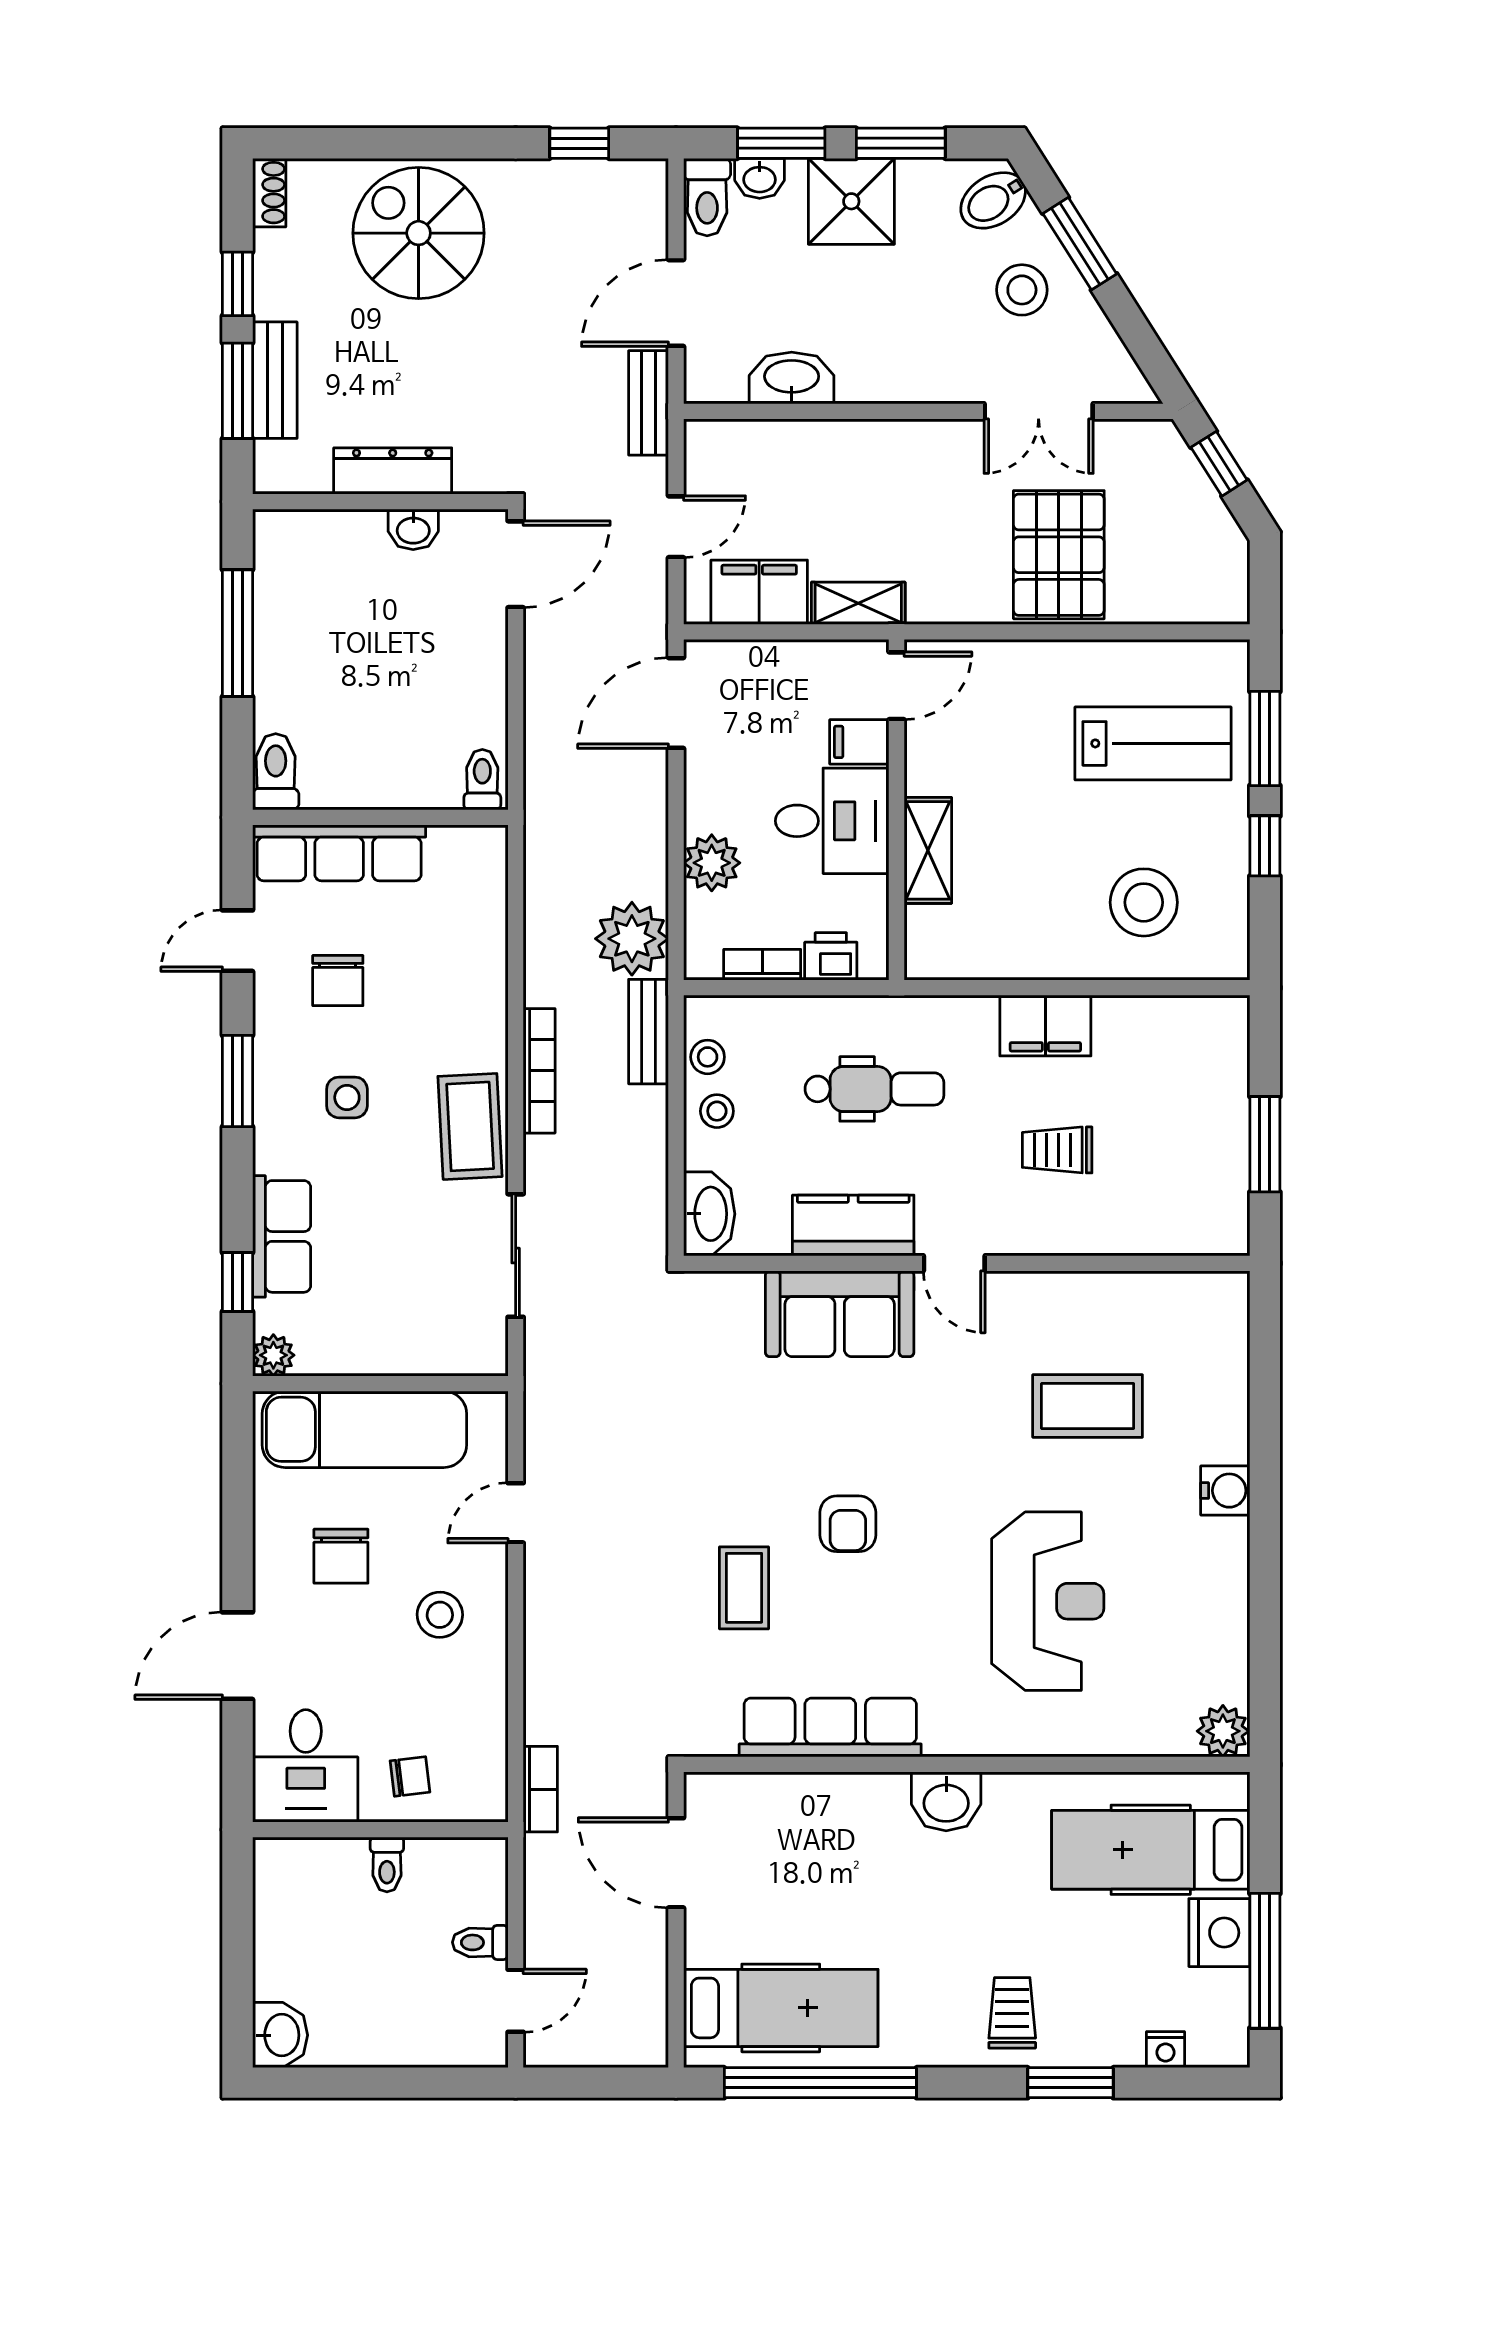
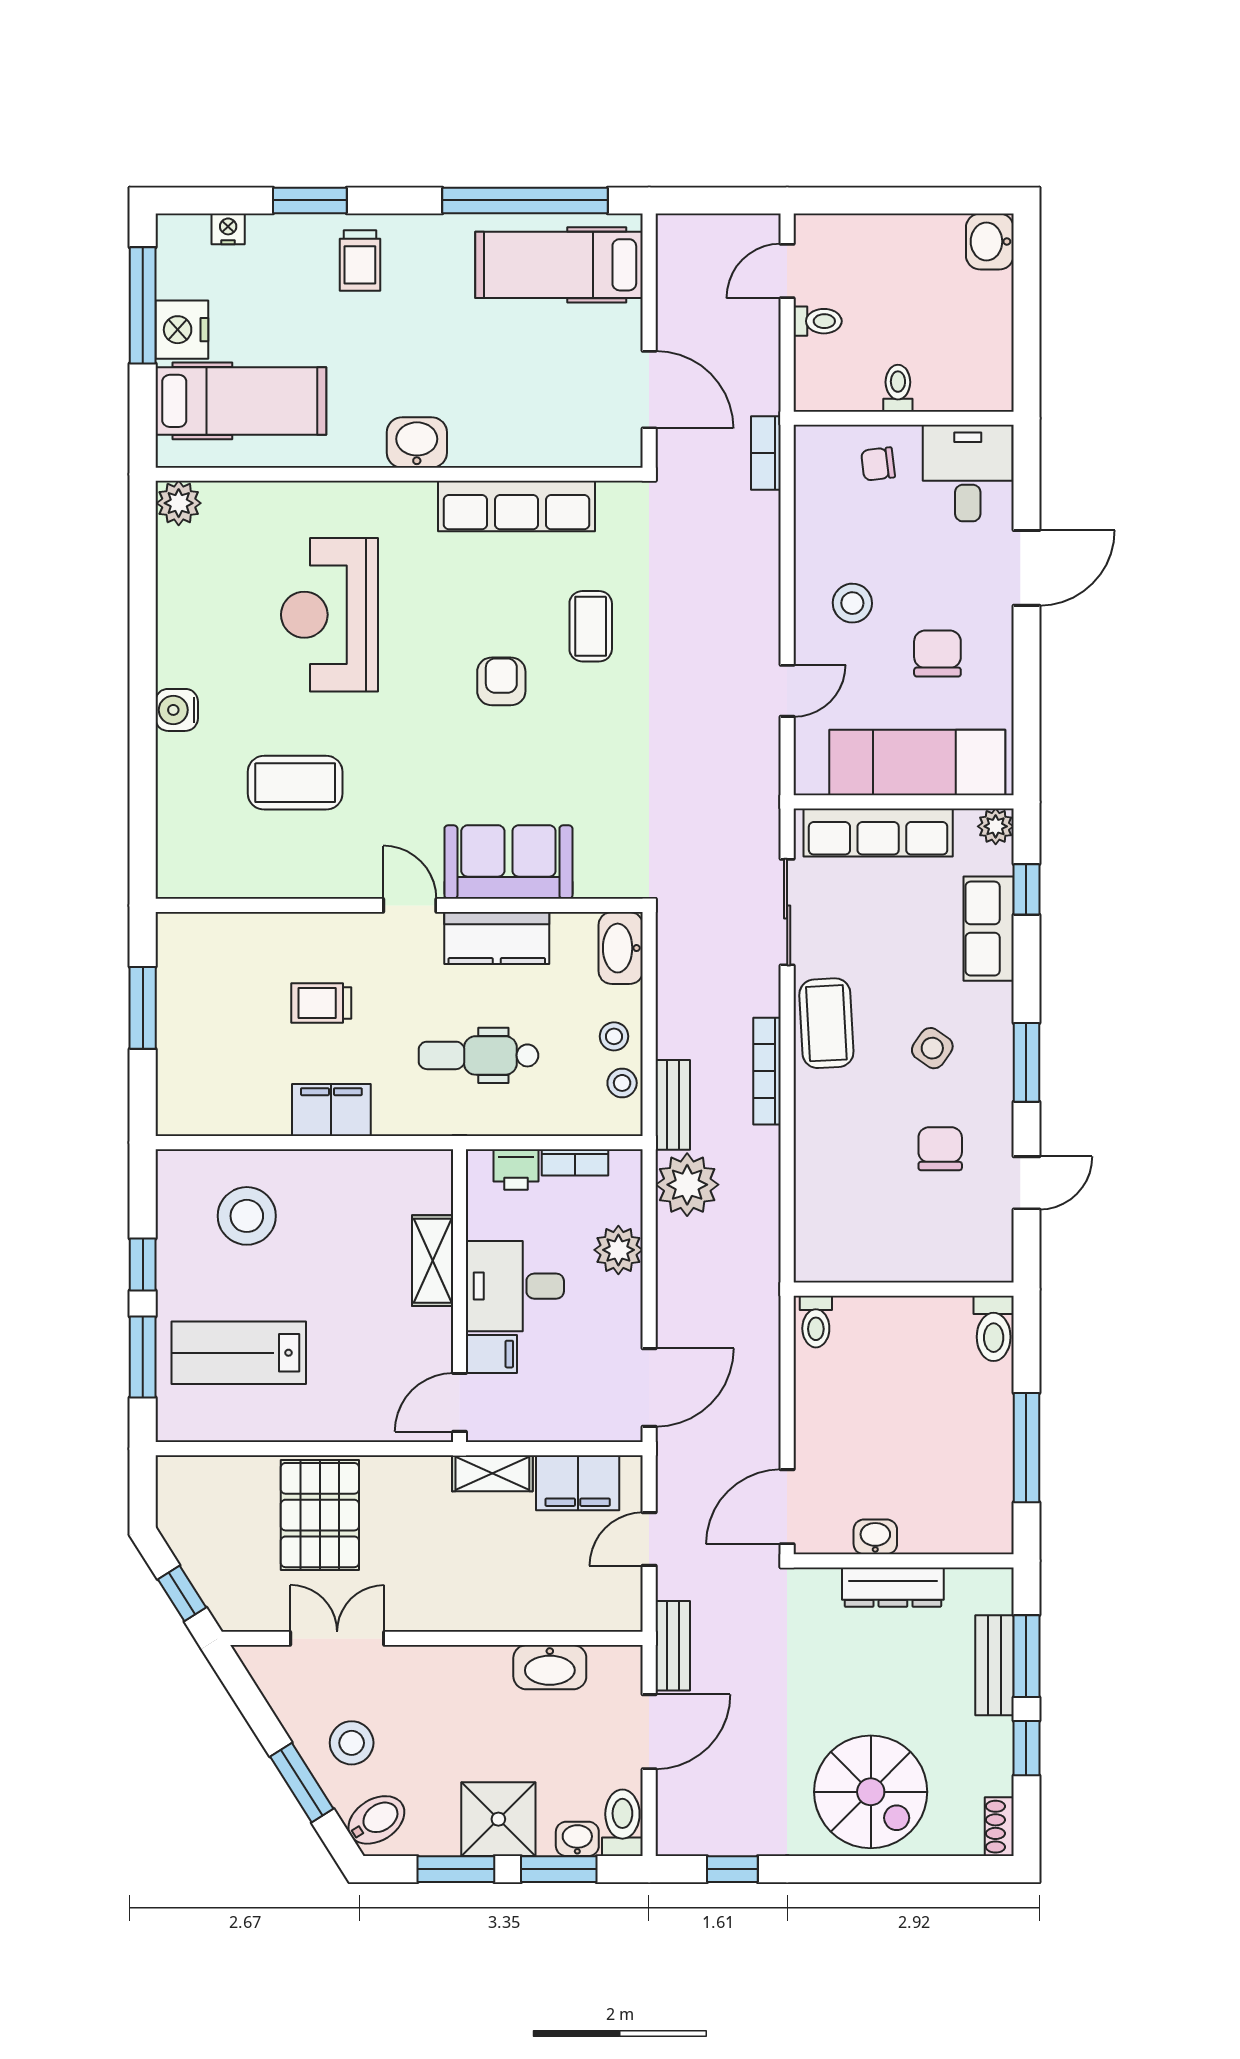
row of seats: (339, 853) -> (878, 833), moved, turned 180
side table: (347, 1097) -> (932, 1048), turned 35
trolley: (1057, 1150) -> (321, 1003), turned 180

